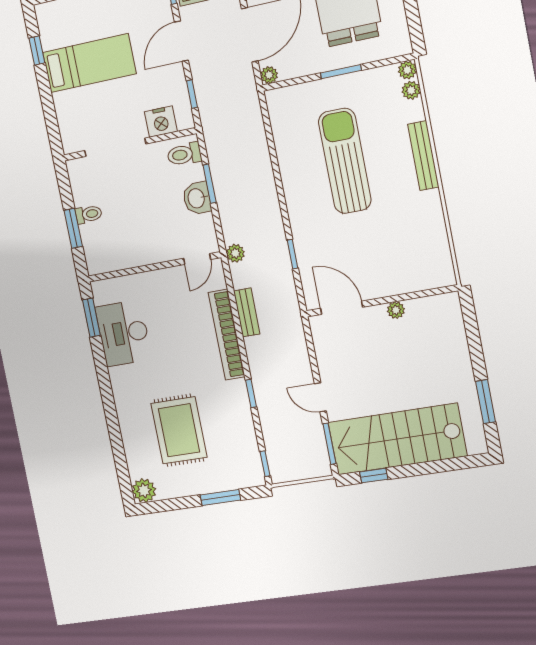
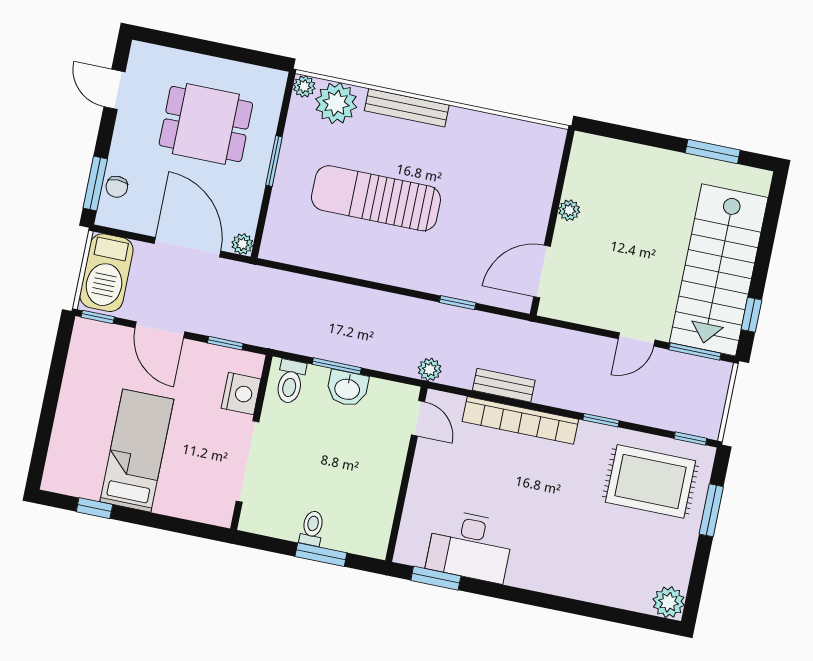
plant: (411, 90) -> (336, 103), width x1.88, depth x1.88
rug: (179, 430) -> (650, 481), moved

